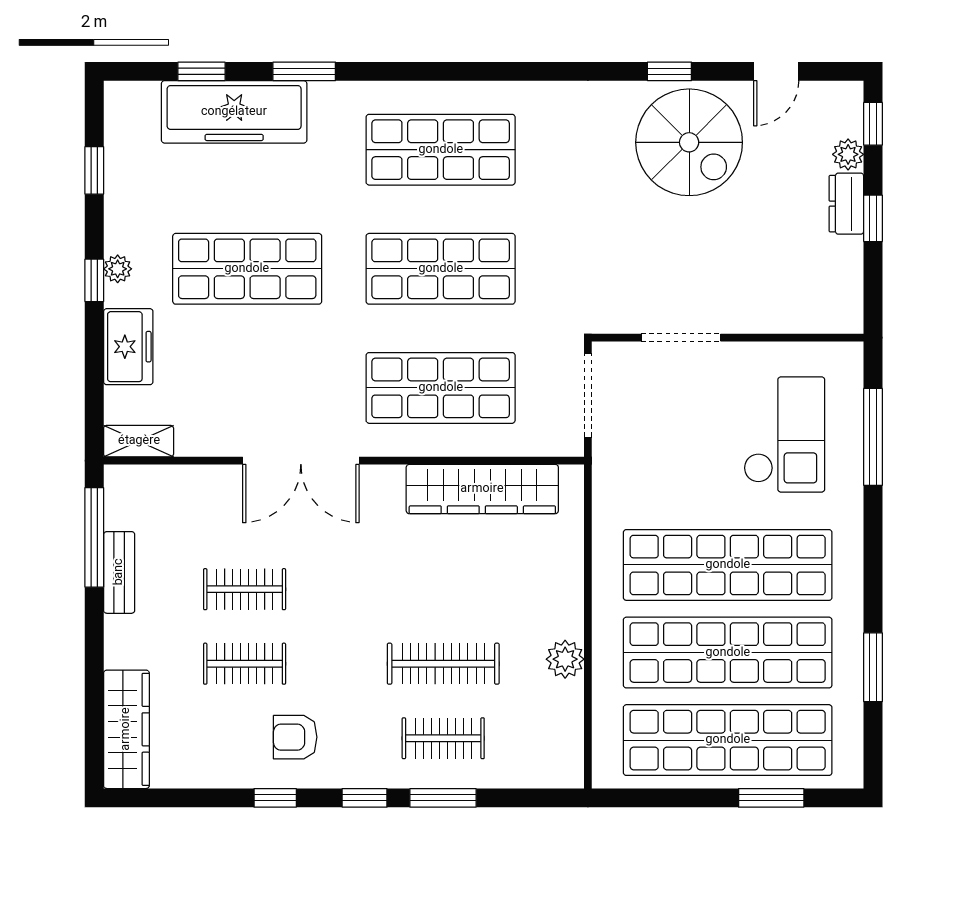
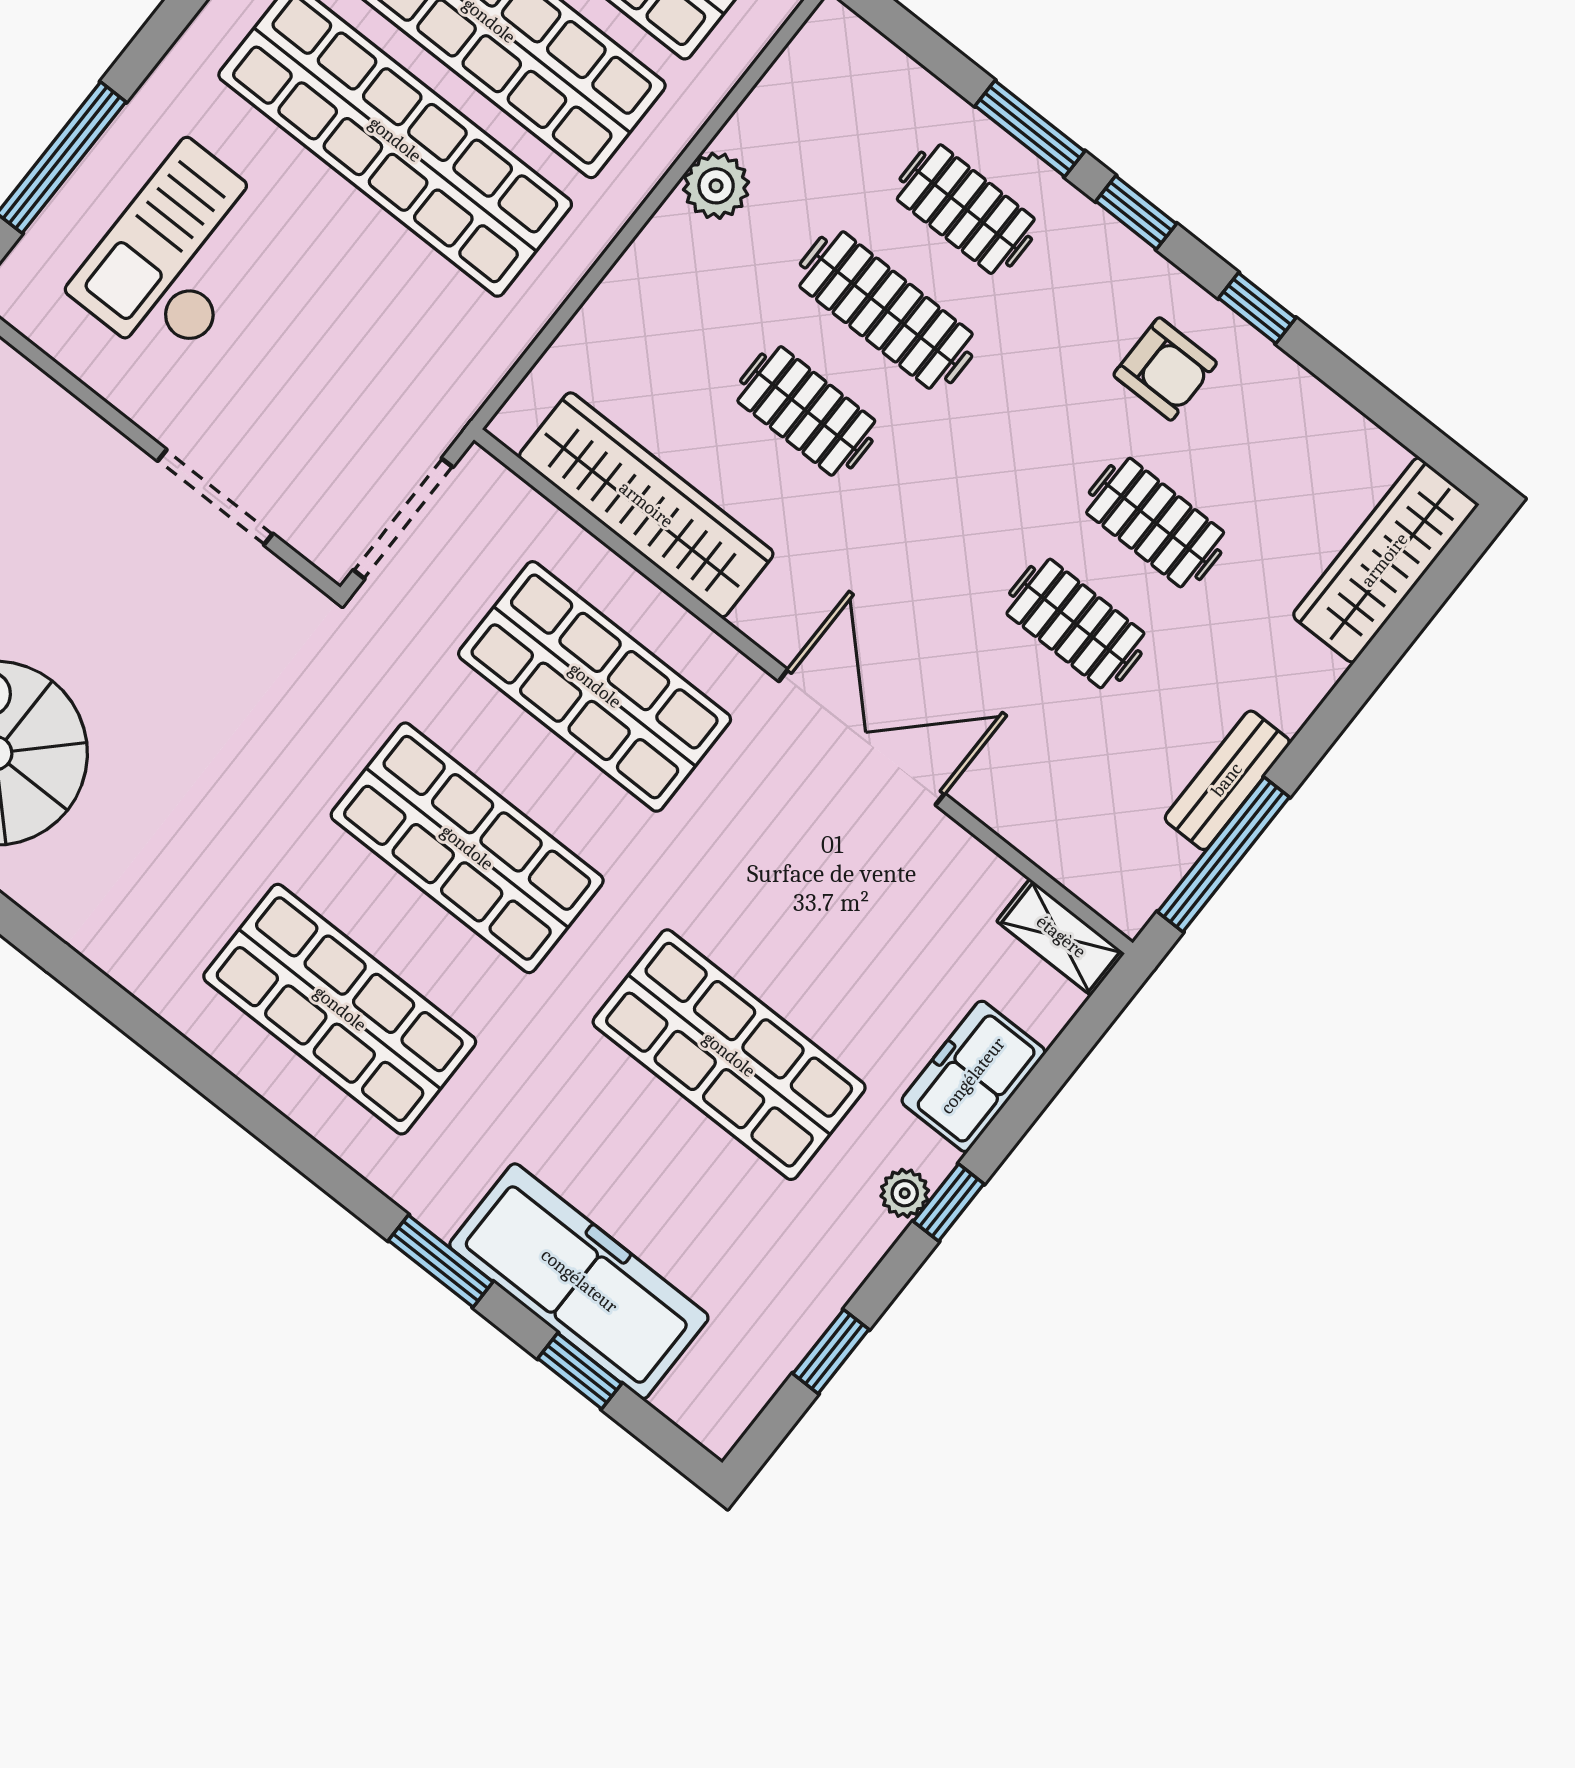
clothes rail: (443, 589) -> (806, 411), added

